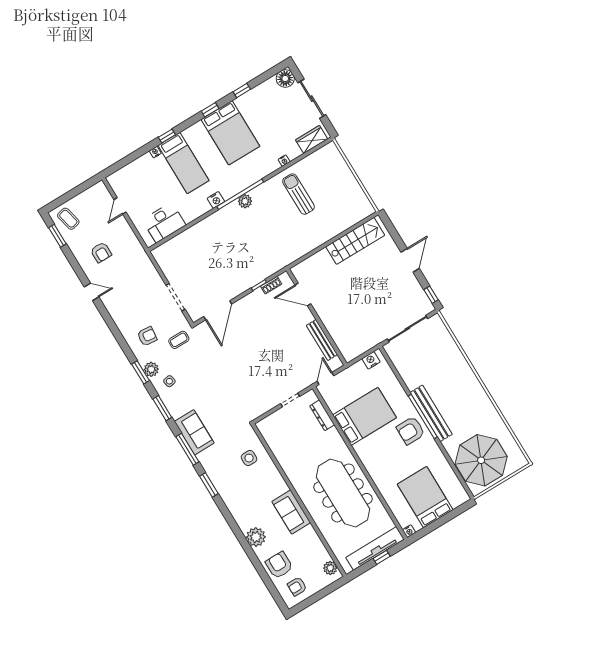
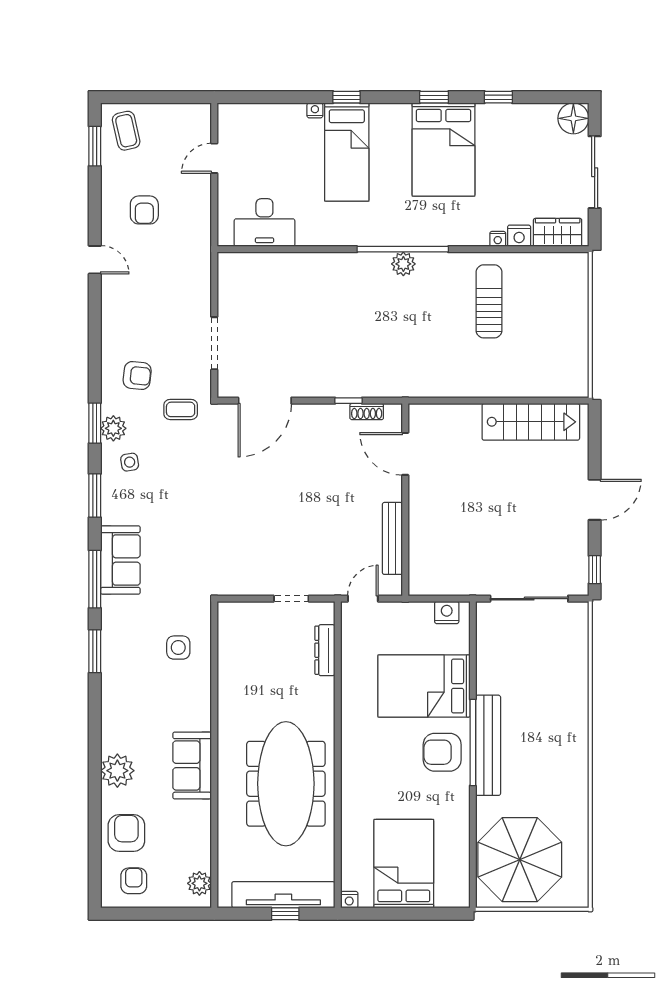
nightstand: (216, 200) -> (519, 236), moved
bed: (364, 416) -> (424, 686), moved, turned 180
armchair: (297, 586) -> (134, 881), turned 90

